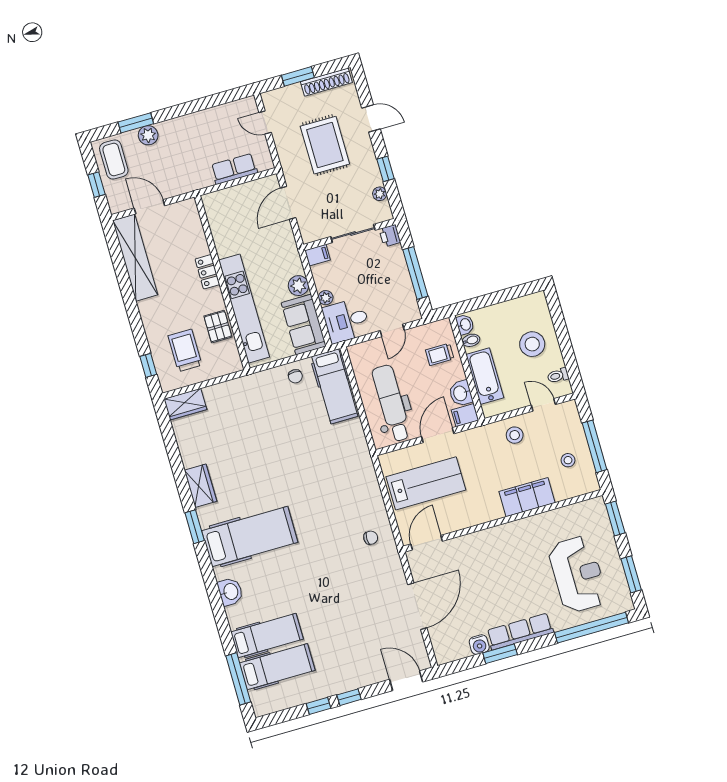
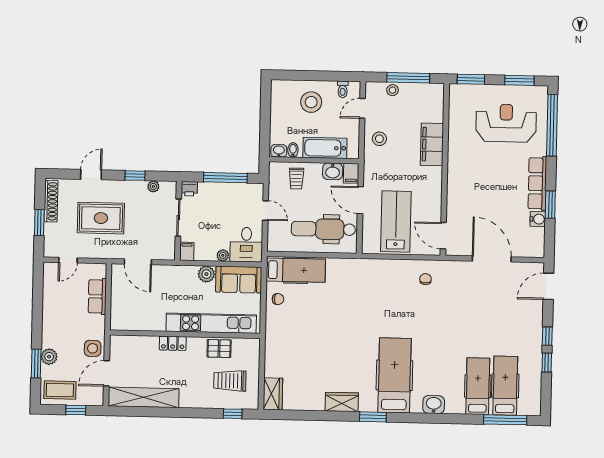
side table: (173, 182) -> (93, 348), added
stool: (568, 460) -> (392, 90), moved

